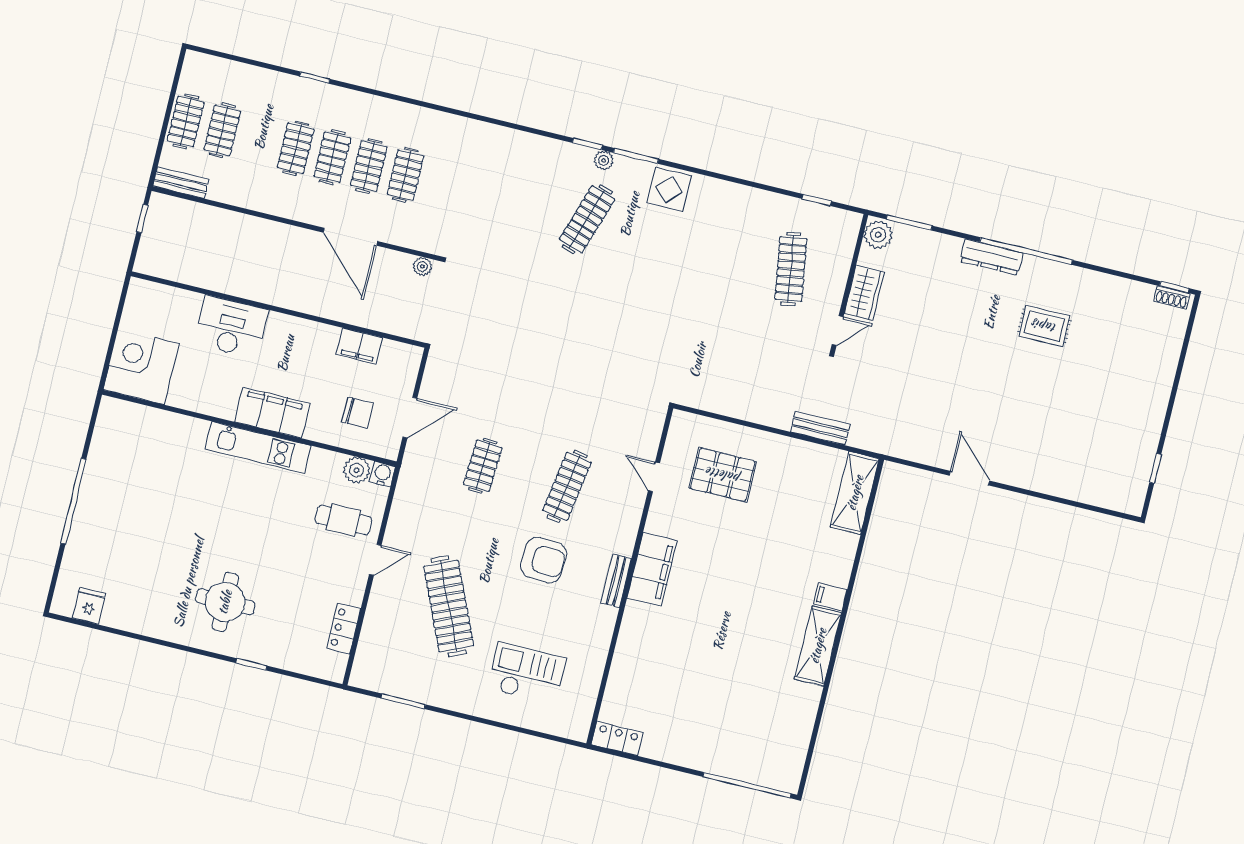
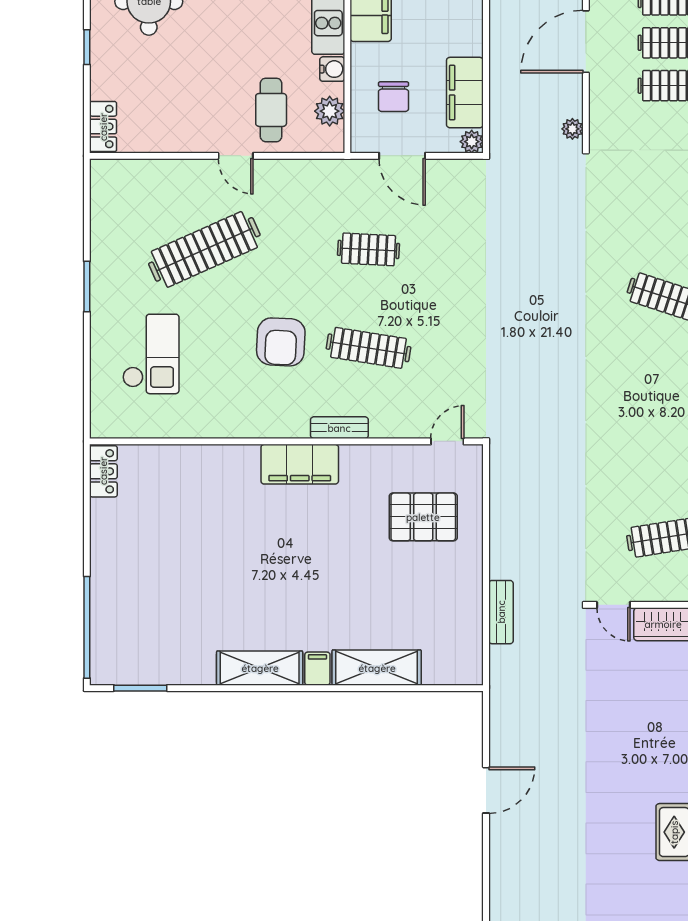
filing cabinet: (359, 346) -> (465, 93), width x1.50, depth x1.17
plant: (412, 355) -> (472, 142), added
water cooler: (382, 474) -> (332, 69), moved
pallet: (723, 475) -> (423, 517), turned 90
door: (654, 477) -> (447, 441), moved
shelving: (855, 493) -> (377, 668), moved
bench: (616, 581) -> (339, 428), moved
locker: (344, 629) -> (103, 127), moved, turned 90
window: (403, 701) -> (87, 287), moved
window: (810, 752) -> (140, 688), added

